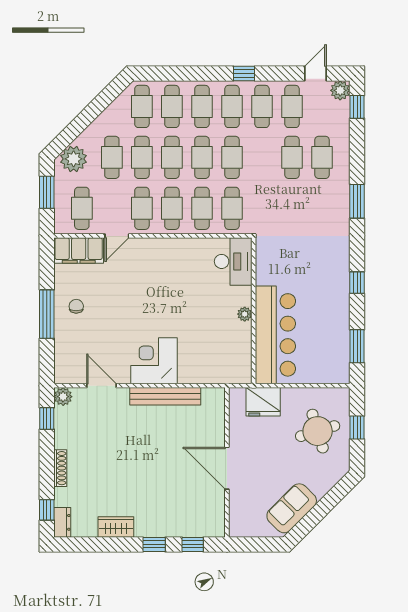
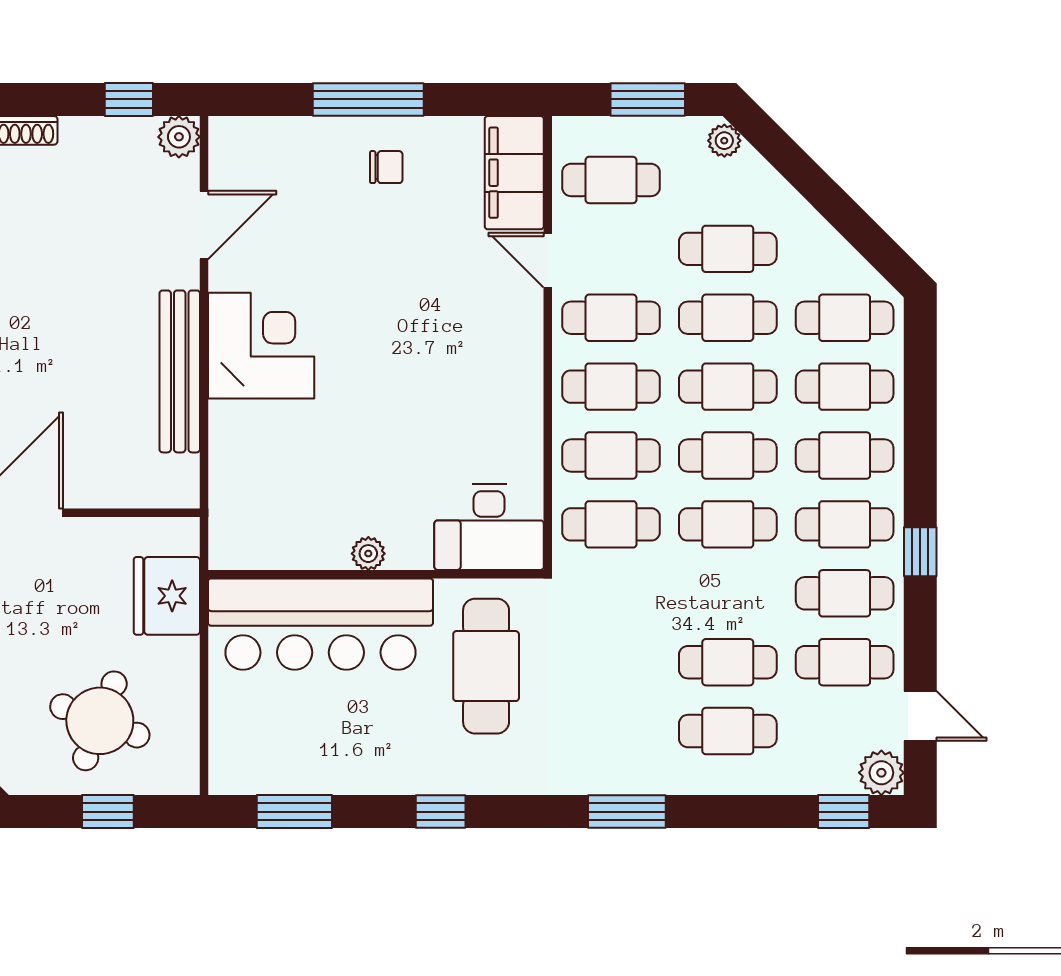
plant: (74, 159) -> (724, 141), width x0.53, depth x0.53
cafe table: (294, 263) -> (486, 666), added
round table: (318, 431) -> (100, 721), turned 38

